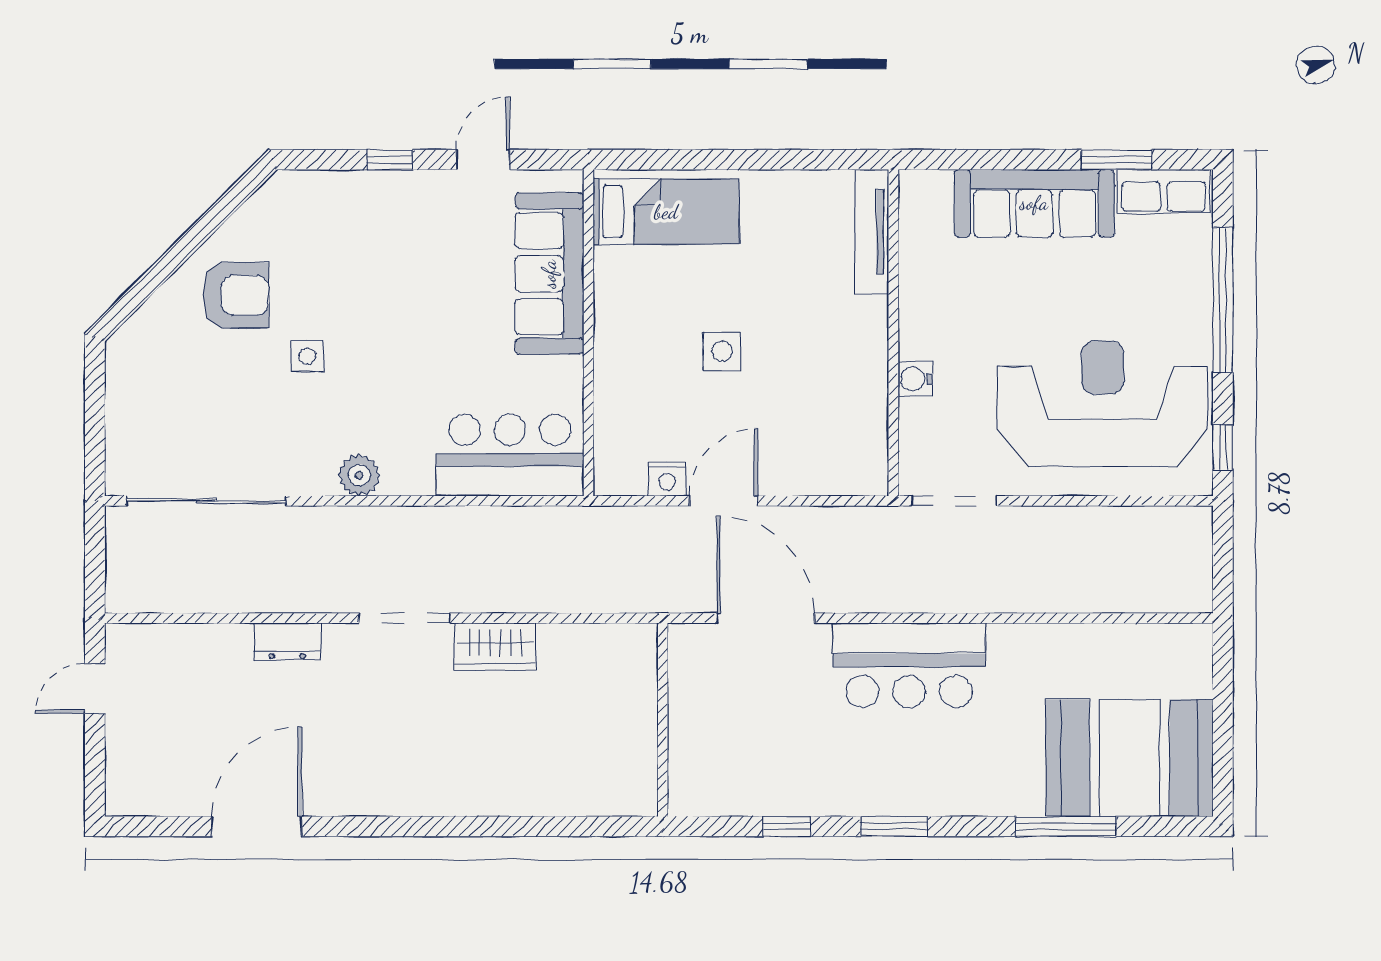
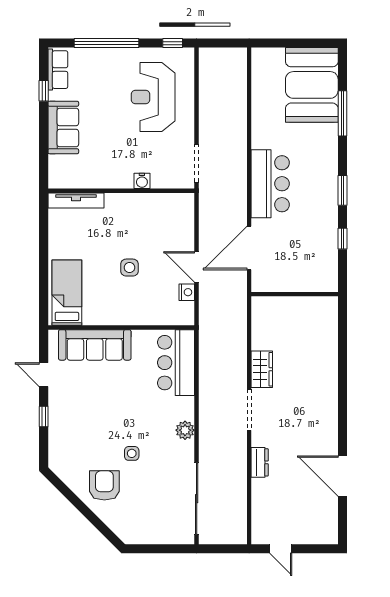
window: (1117, 160) -> (44, 91), width x0.67
sofa: (1034, 203) -> (63, 128), width x0.73
reception desk: (1103, 404) -> (153, 97), width x0.74, depth x0.77

